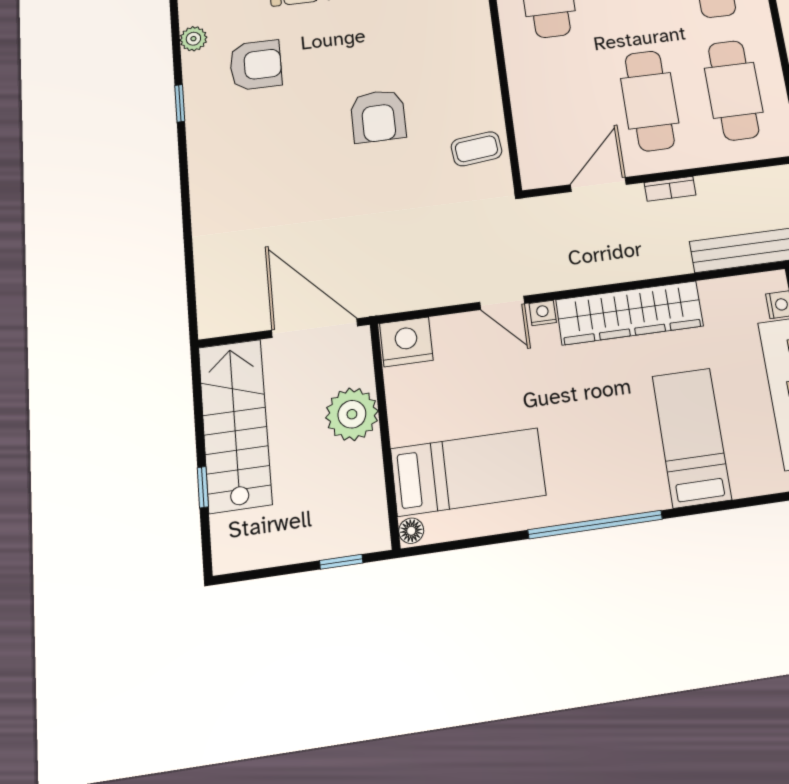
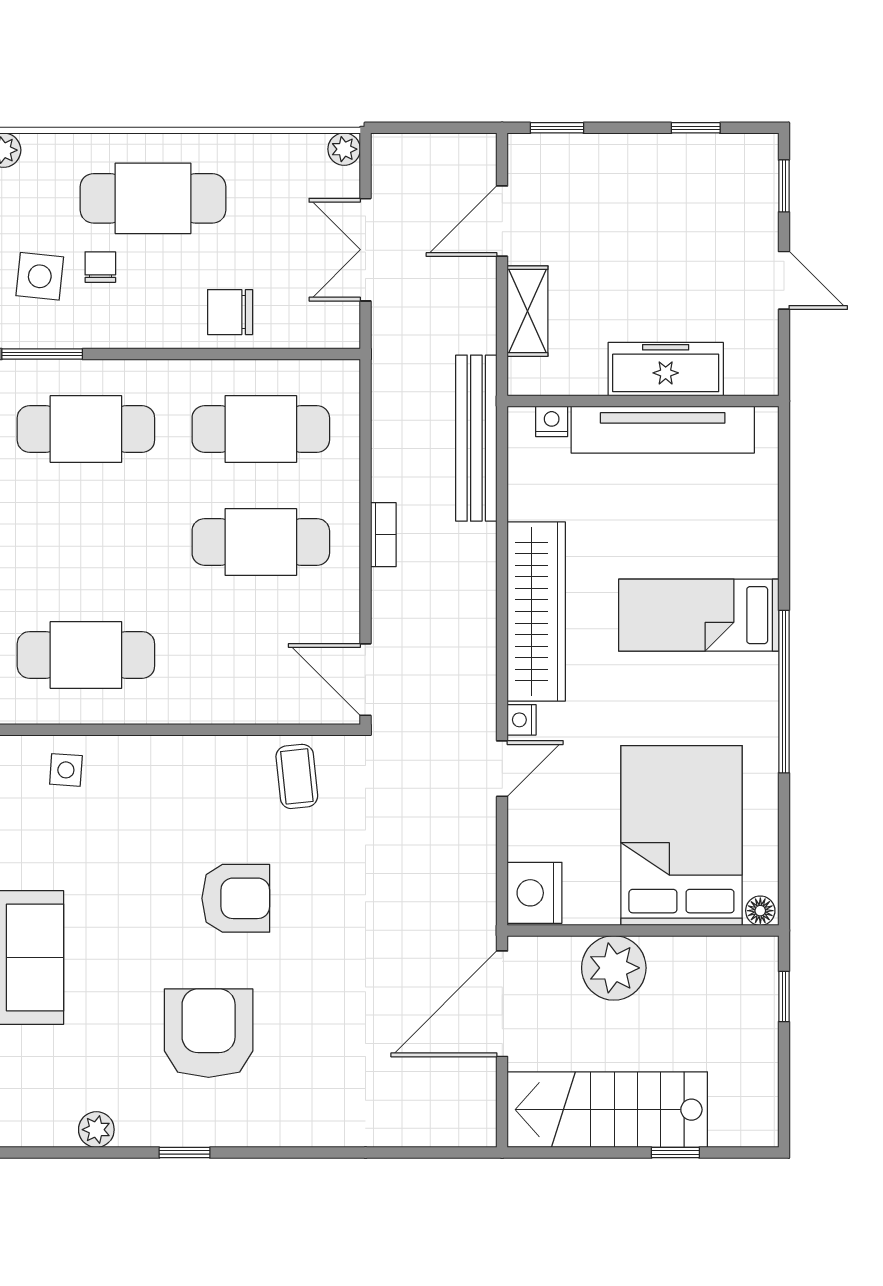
armchair: (256, 65) -> (209, 1033), moved, width x1.36, depth x1.36
door: (598, 185) -> (365, 680), moved
bed: (692, 437) -> (699, 615), moved
bed: (468, 472) -> (681, 835), width x1.50

